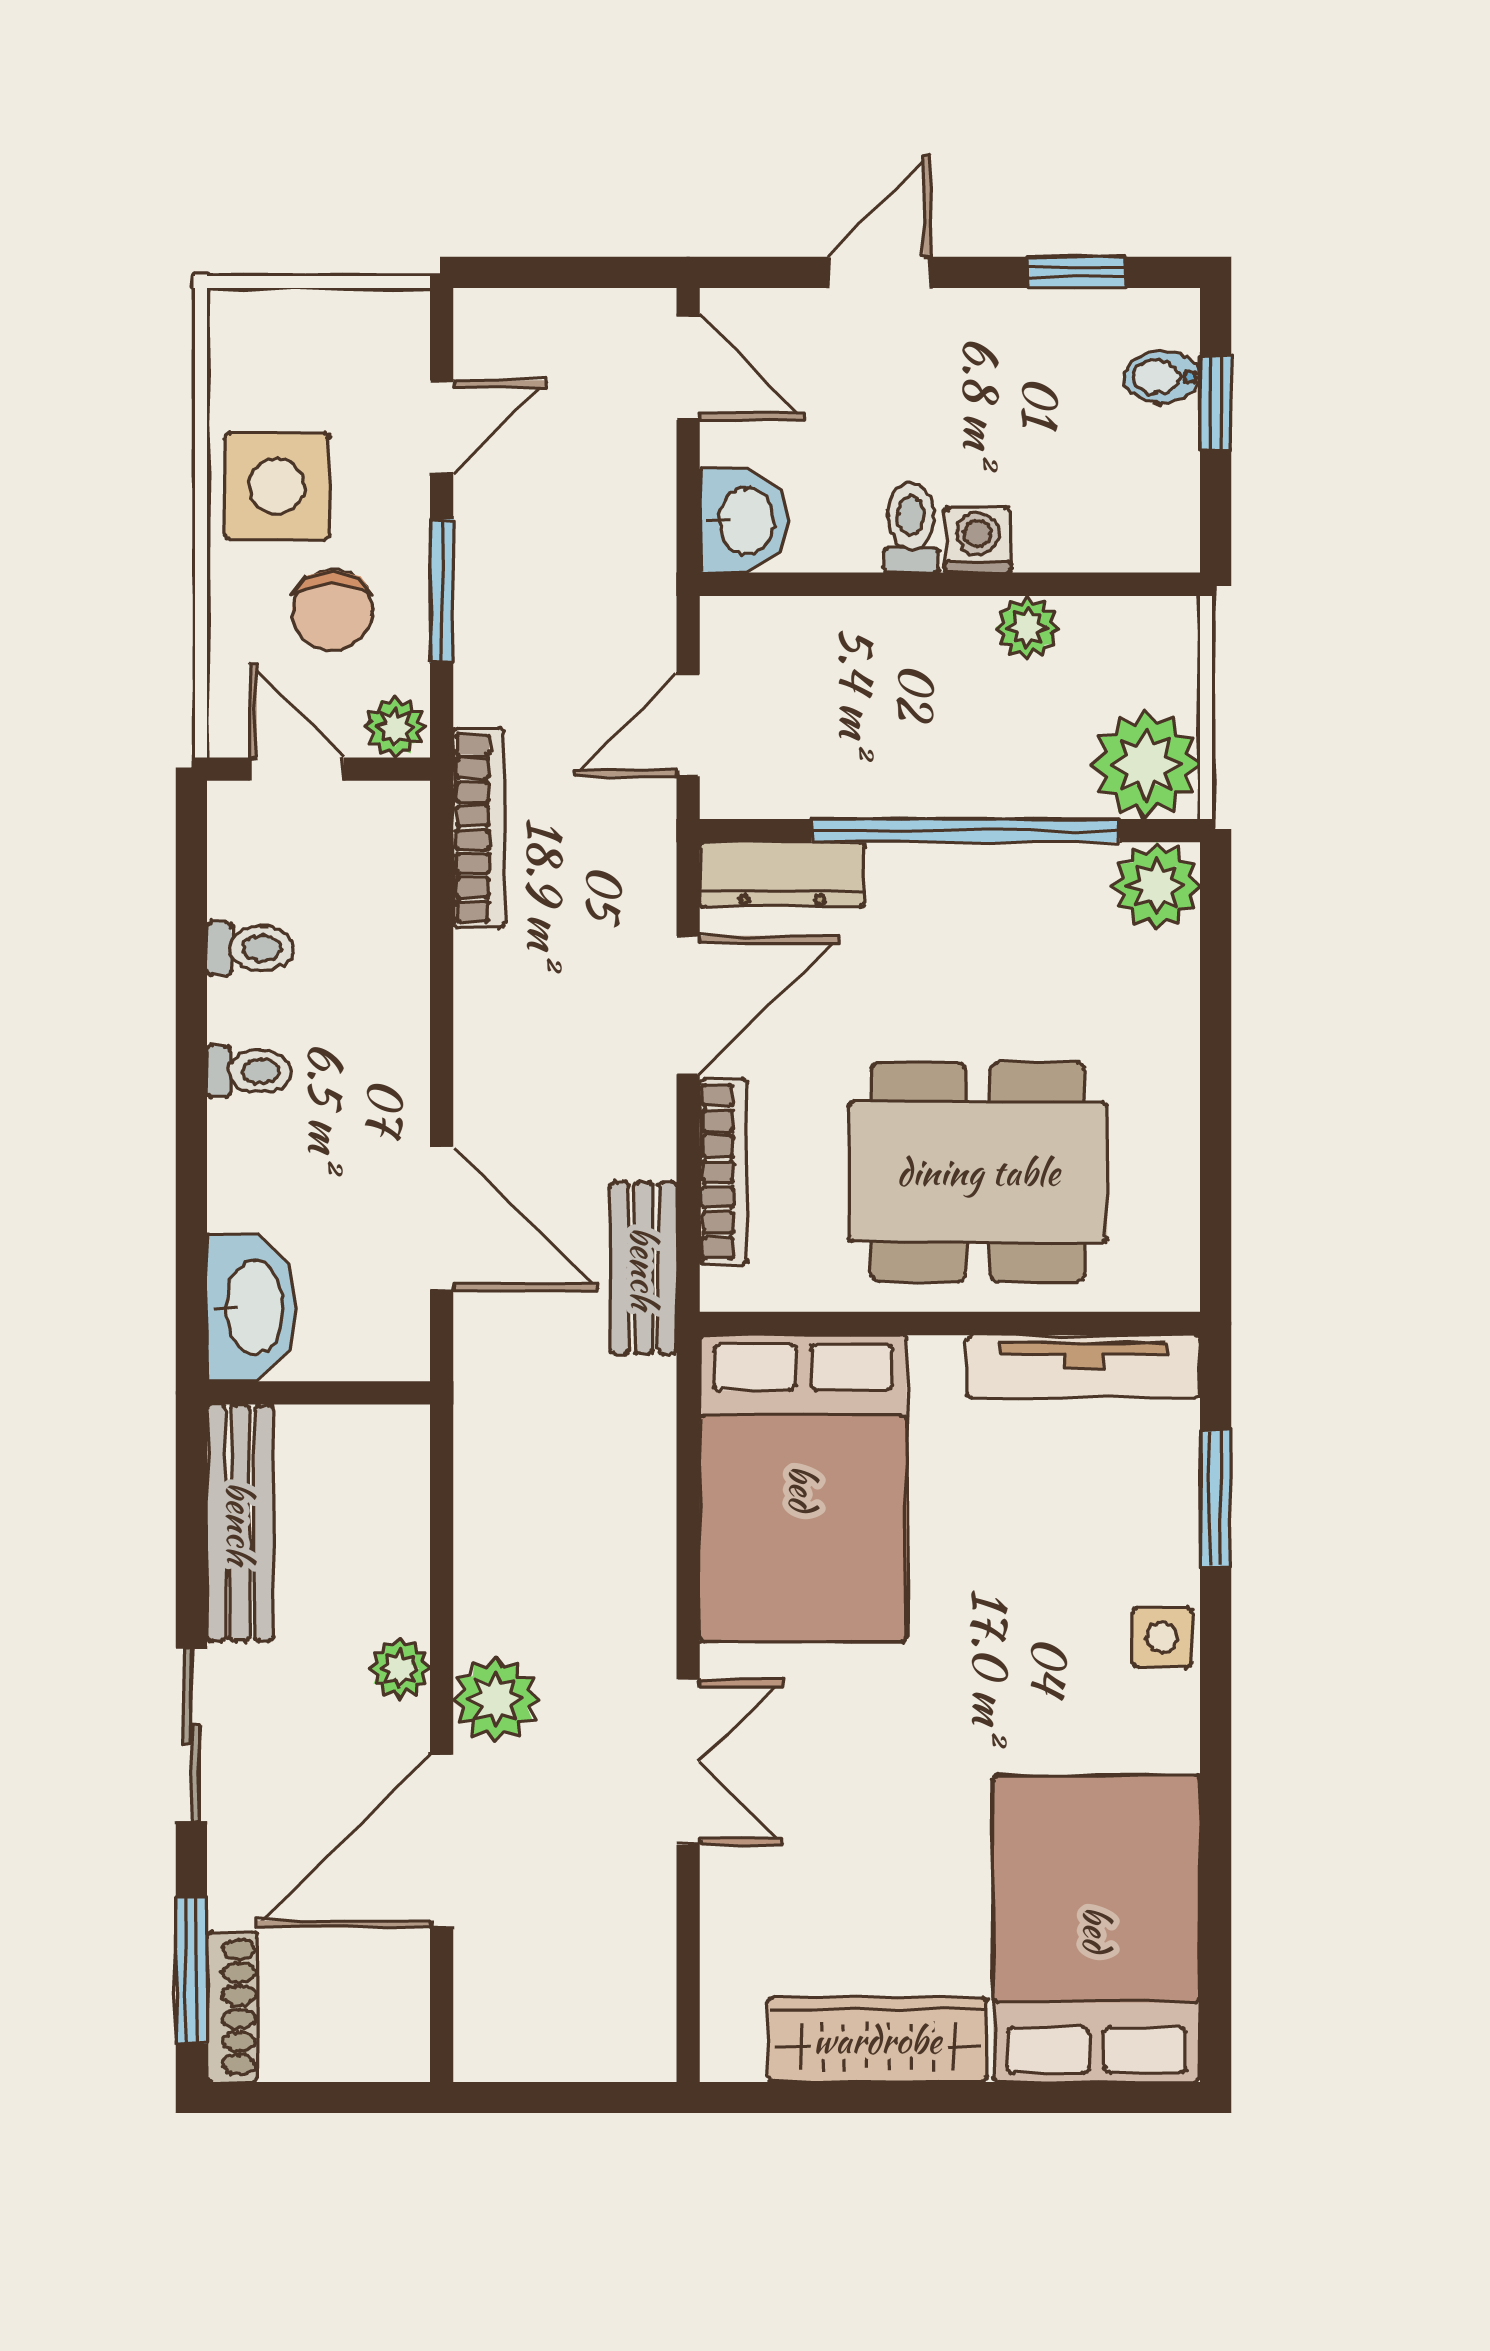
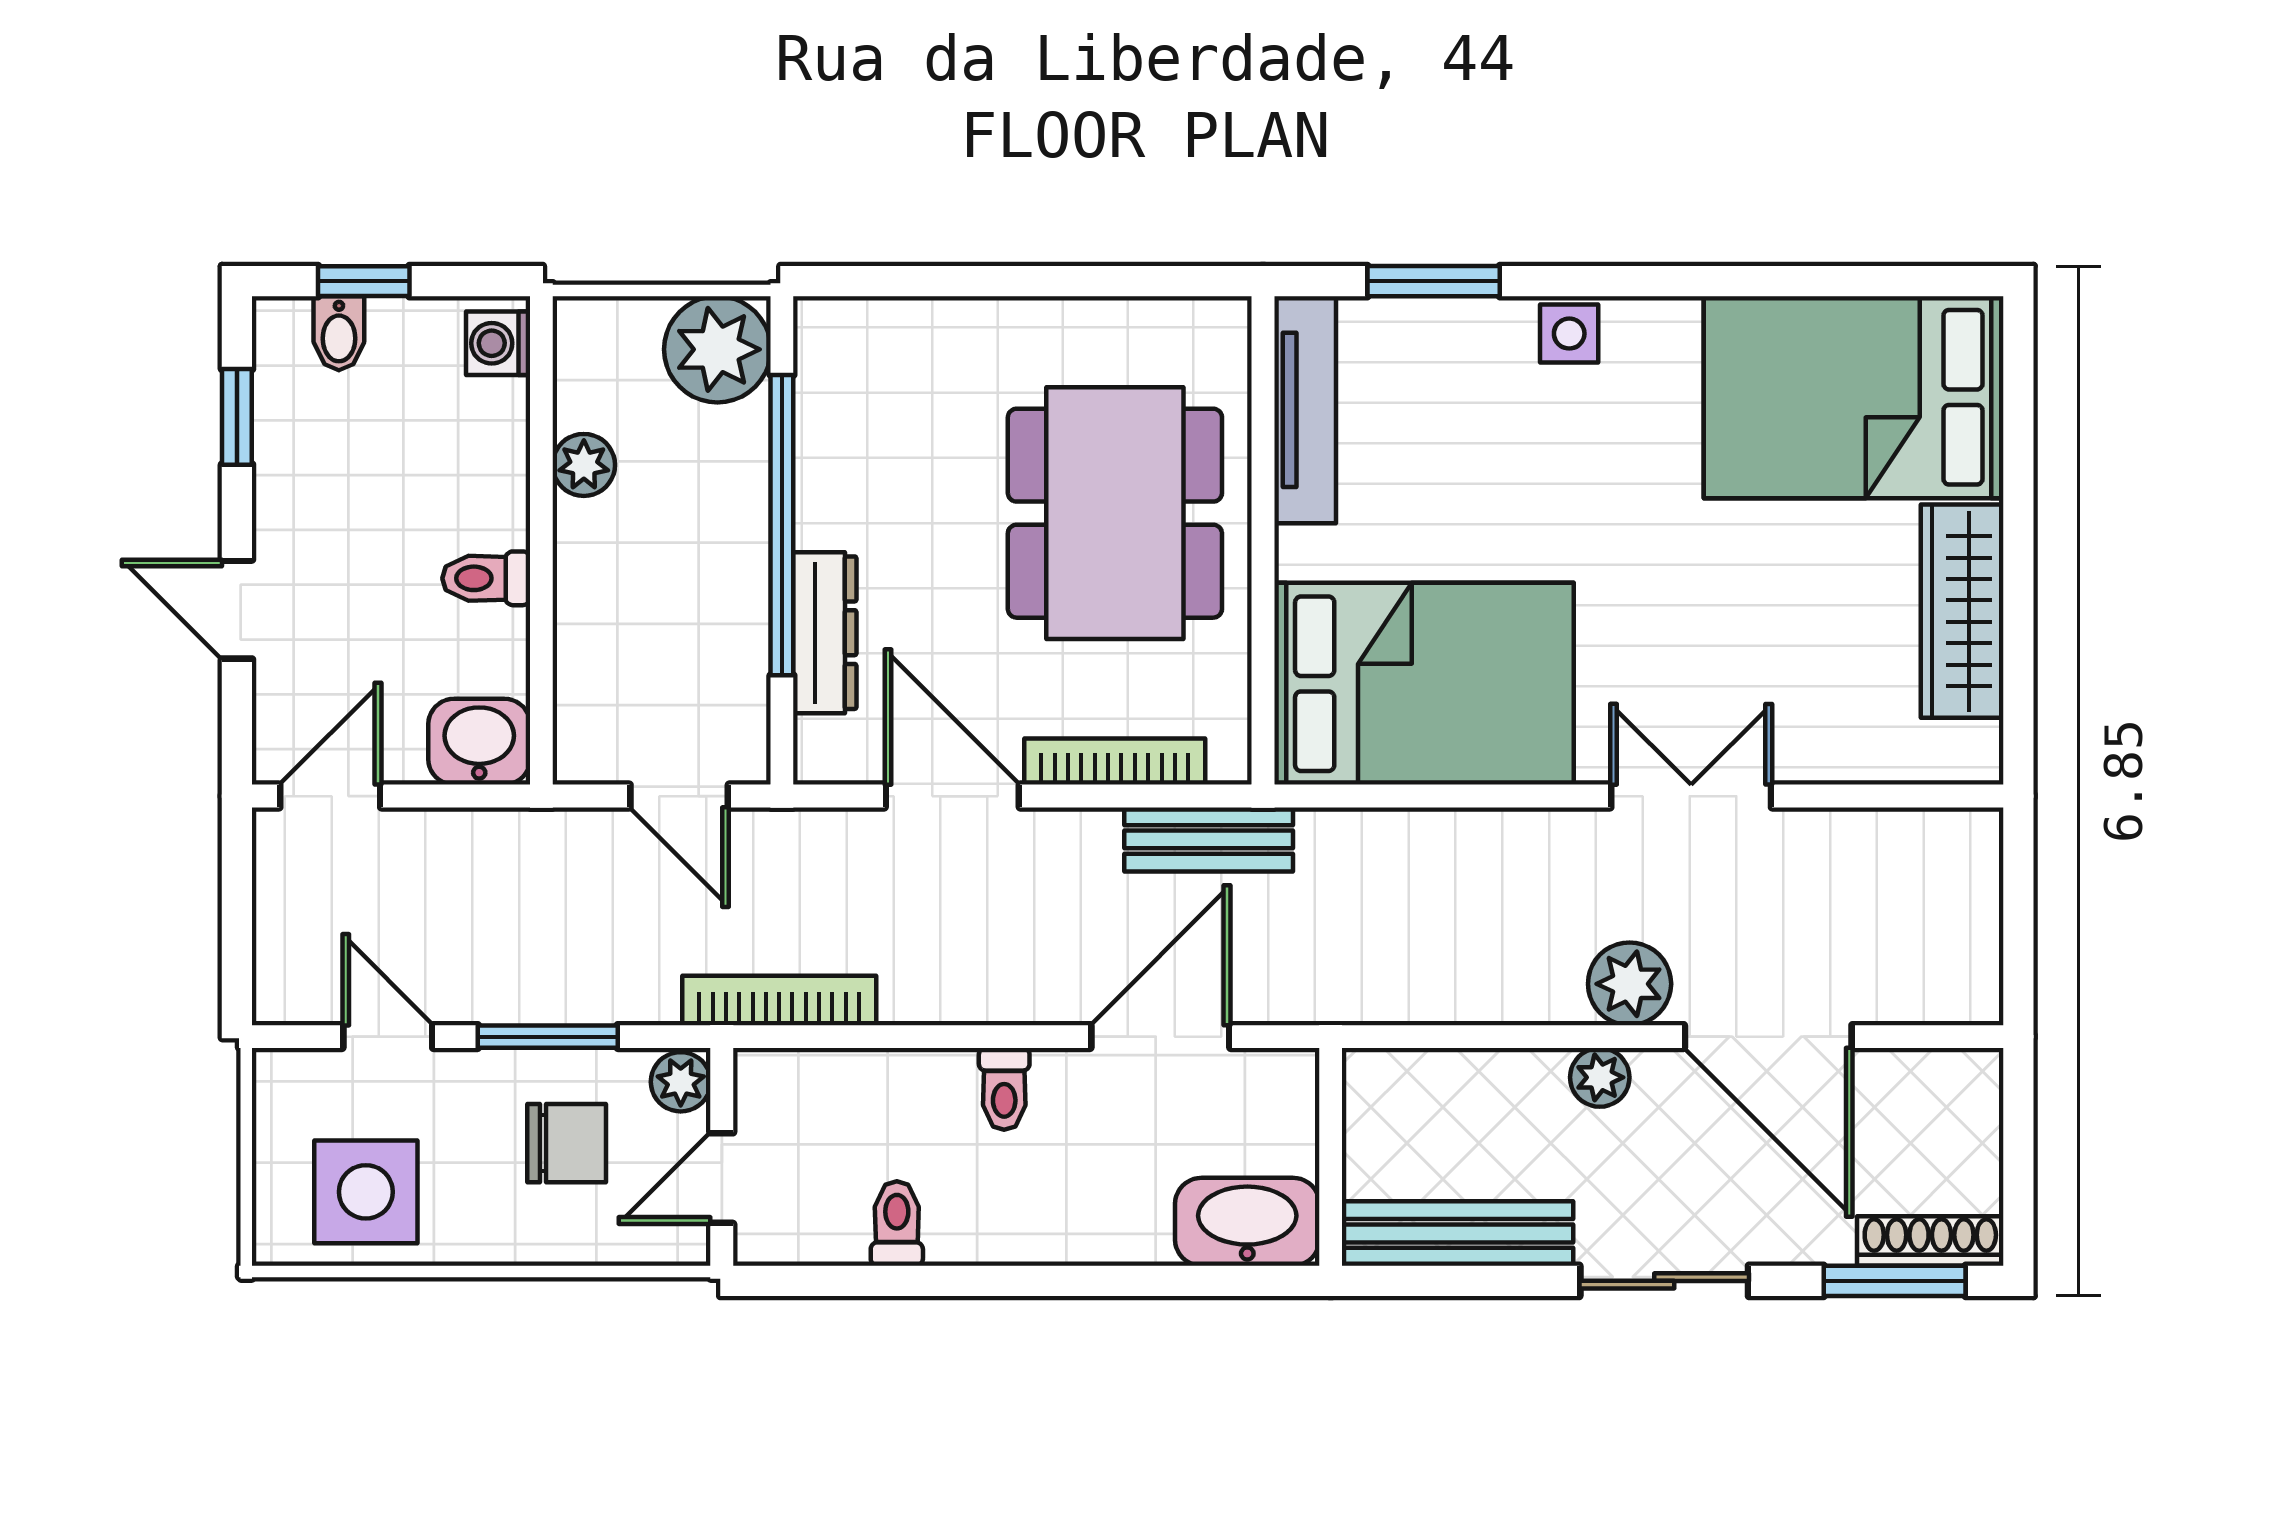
side table: (277, 486) -> (366, 1192), moved
washing machine: (978, 540) -> (498, 343), moved
dresser: (782, 875) -> (825, 633), moved
plant: (1157, 886) -> (836, 339), removed
toilet: (249, 1071) -> (1004, 1089), moved, turned 180

